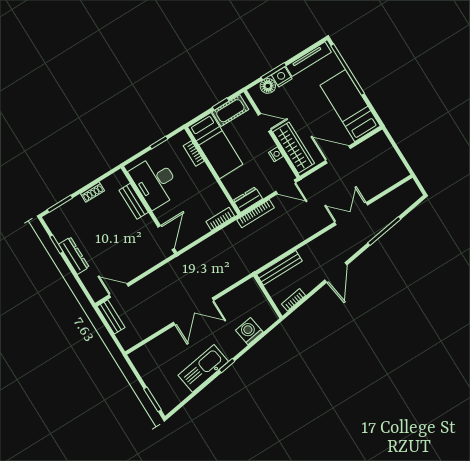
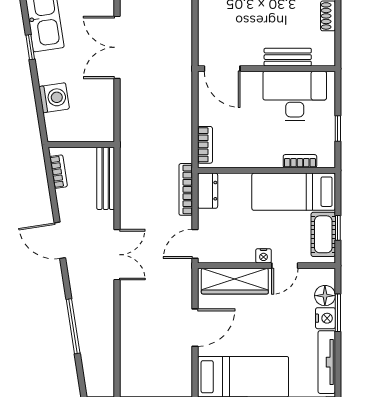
nightstand: (276, 154) -> (263, 256), moved
double door: (351, 214) -> (117, 255), moved

